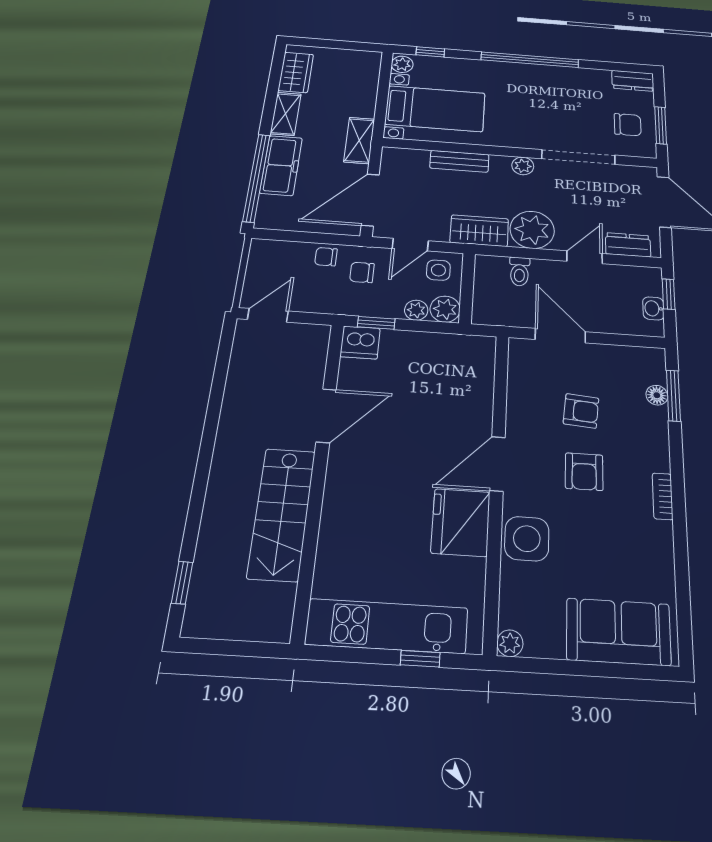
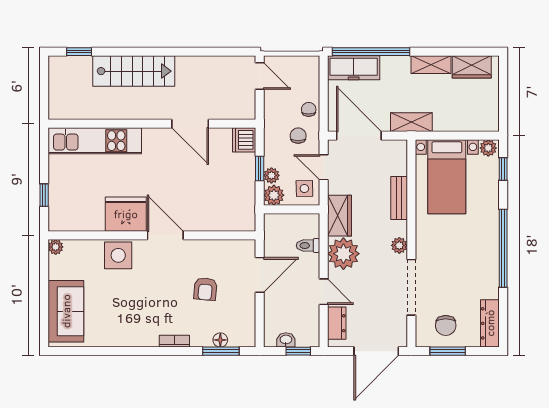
dresser: (633, 81) -> (490, 323), width x1.44
freezer: (281, 165) -> (354, 68), moved
window: (376, 323) -> (260, 168), moved
armchair: (584, 472) -> (164, 291), removed
bookcase: (663, 496) -> (174, 341), moved
stairs: (282, 514) -> (134, 71), moved, turned 180
kitchen unit: (387, 626) -> (95, 141), moved, turned 90

